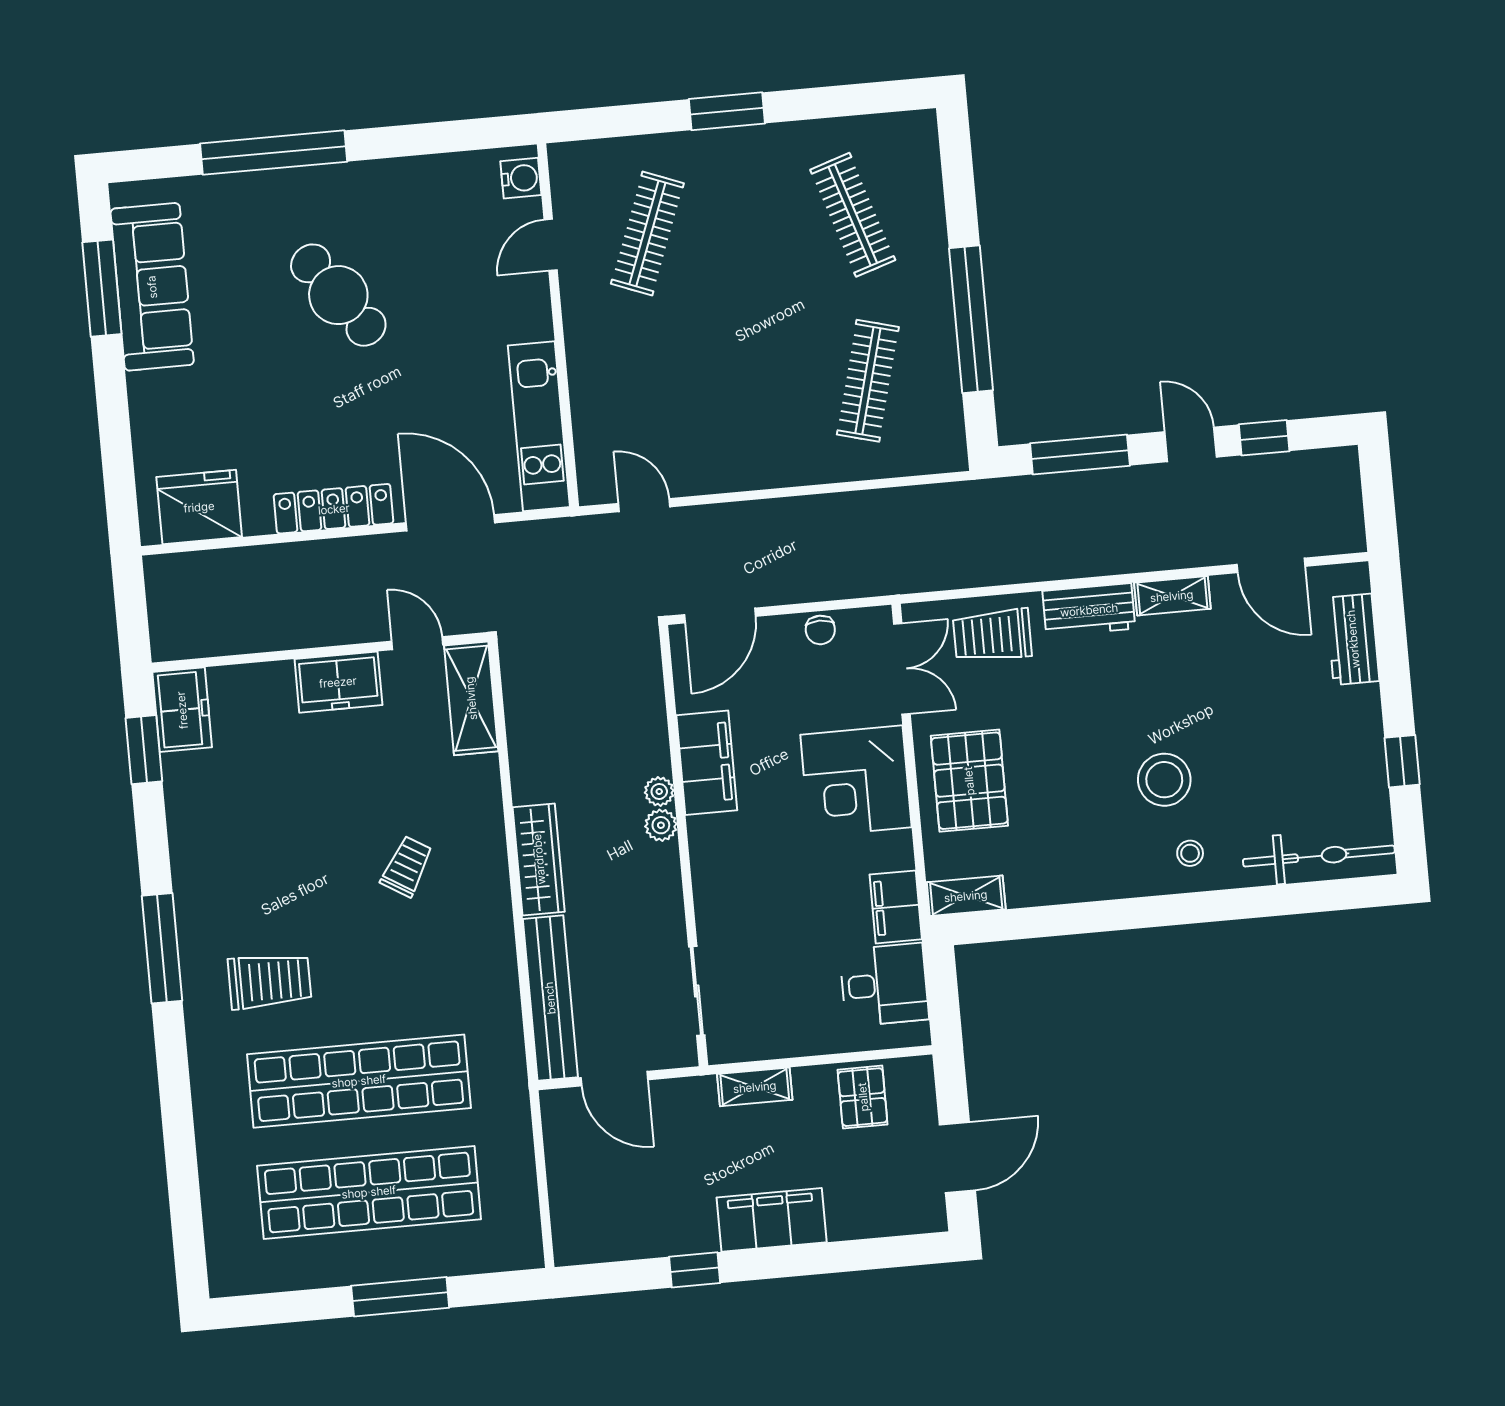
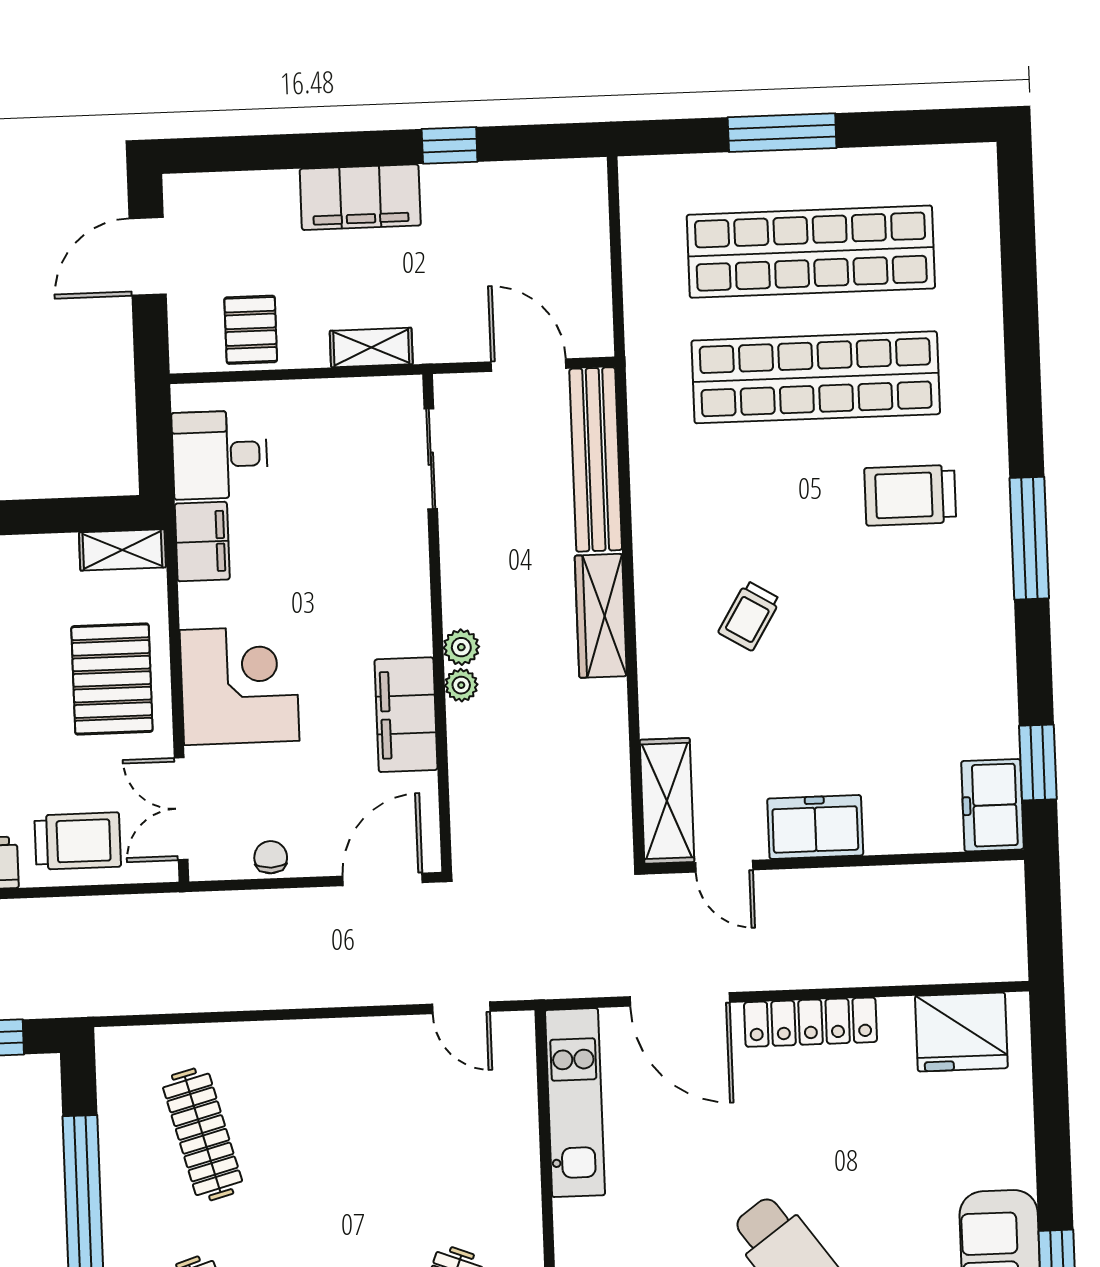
clothes rail: (868, 381) -> (203, 1134), turned -30

